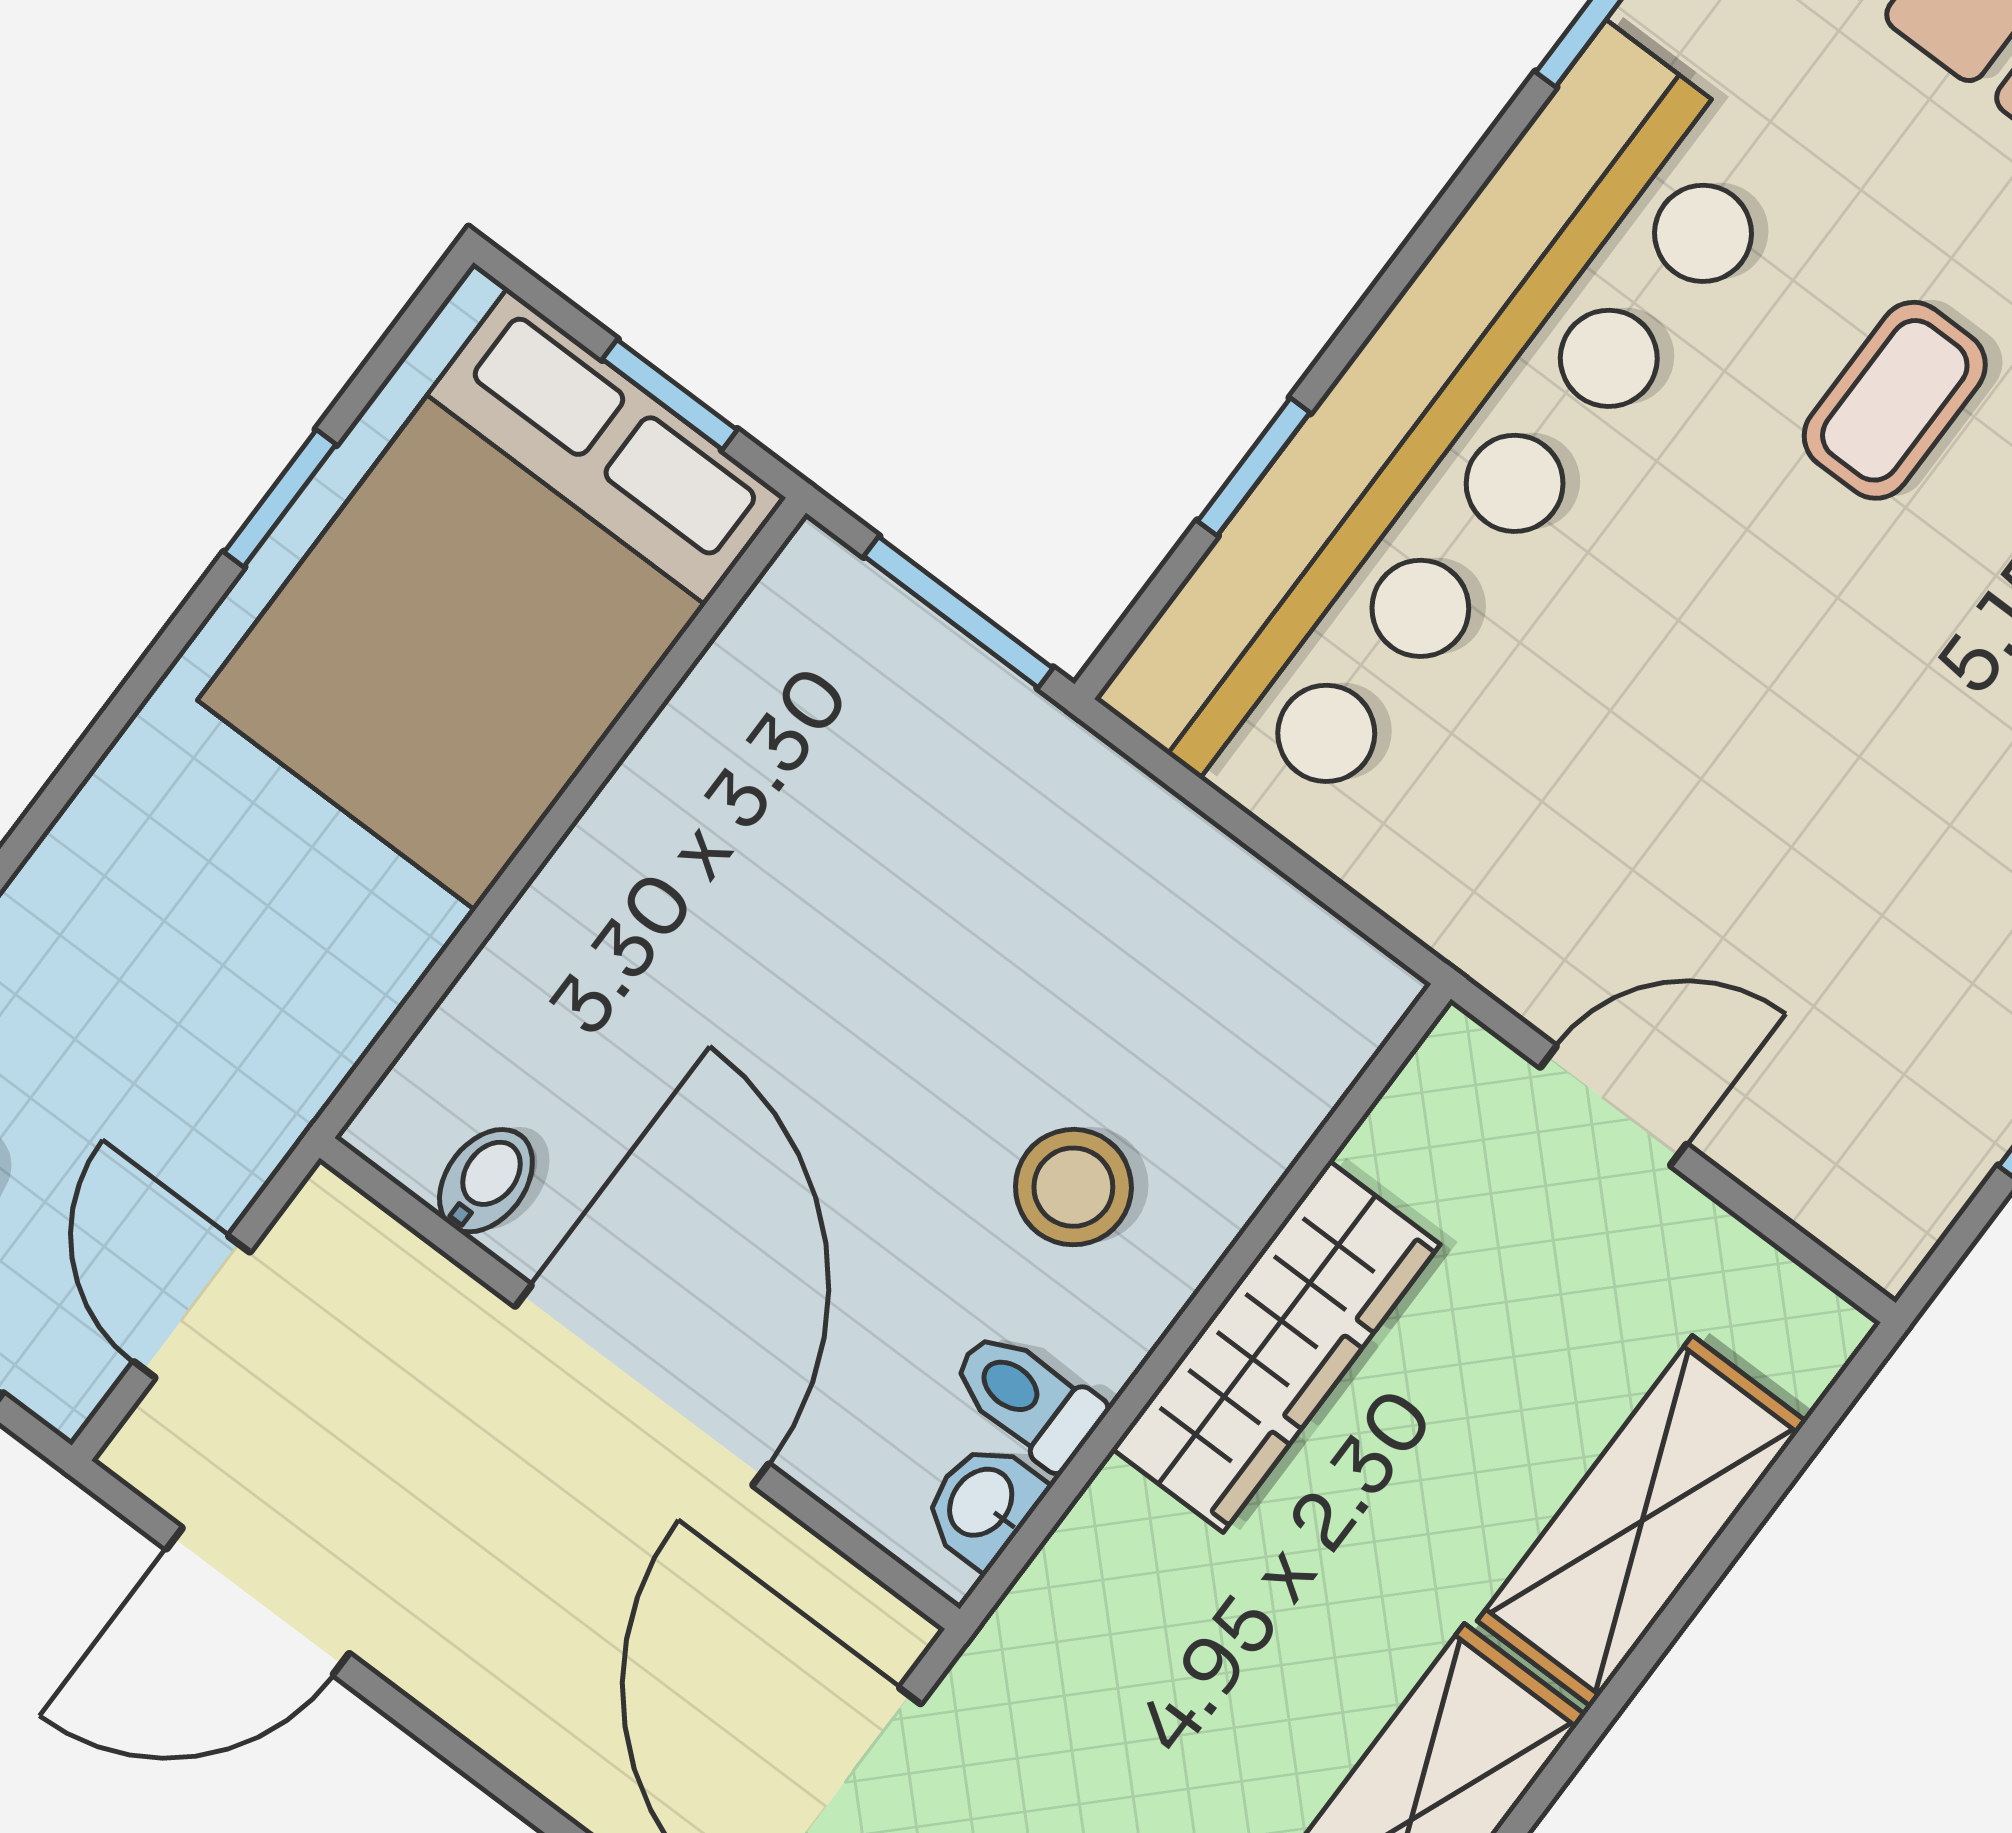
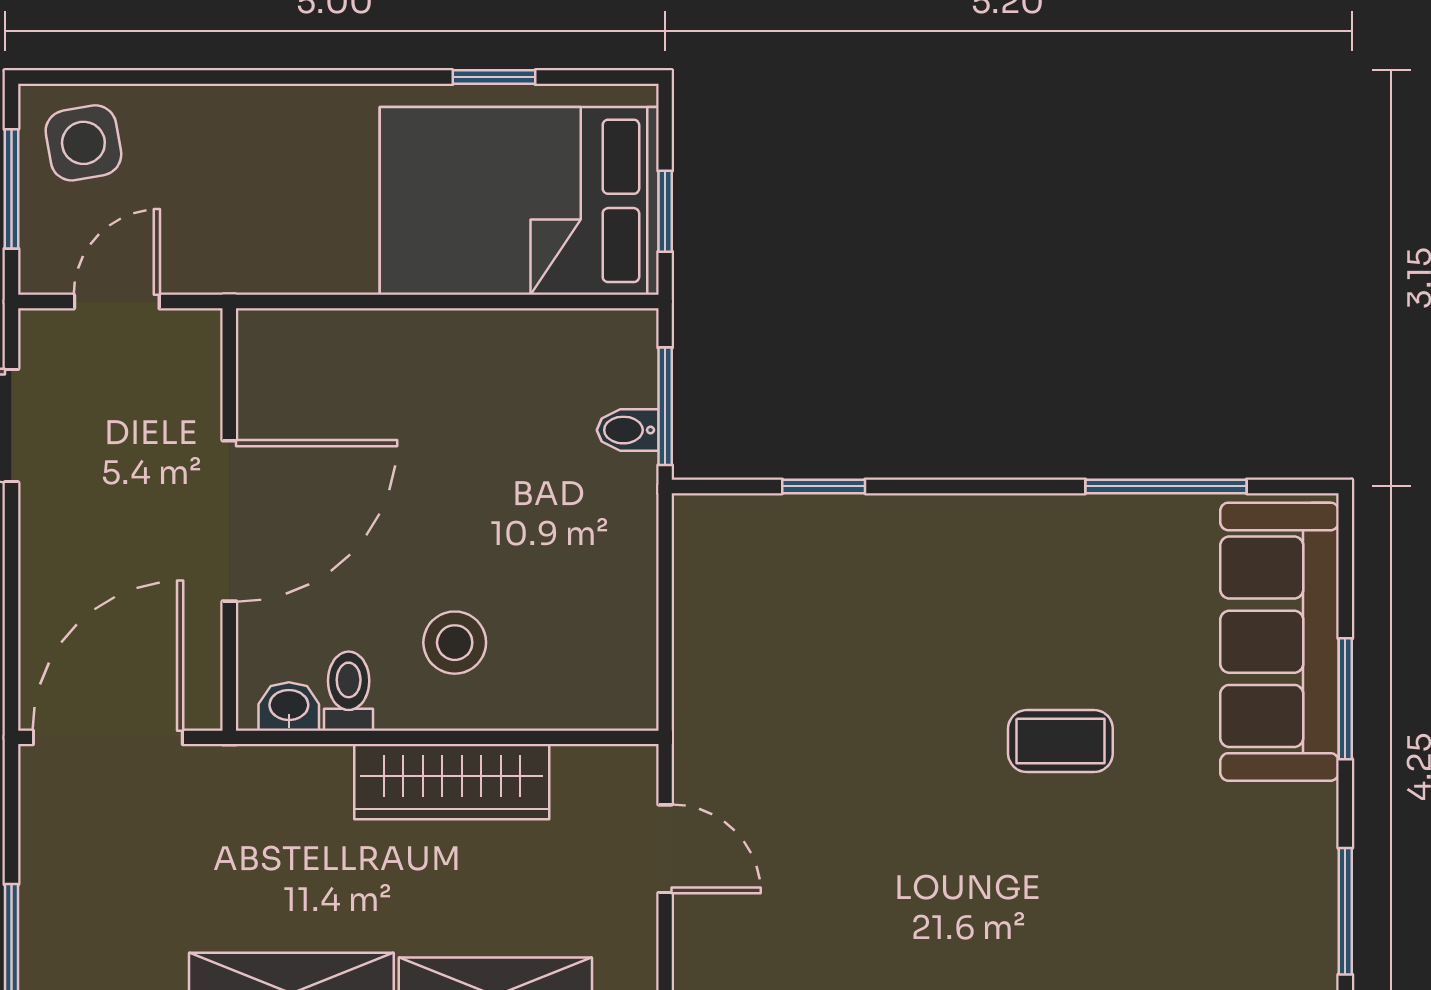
bar counter: (1452, 436) -> (901, 562), removed
bidet: (486, 1181) -> (628, 430), moved, turned 180

